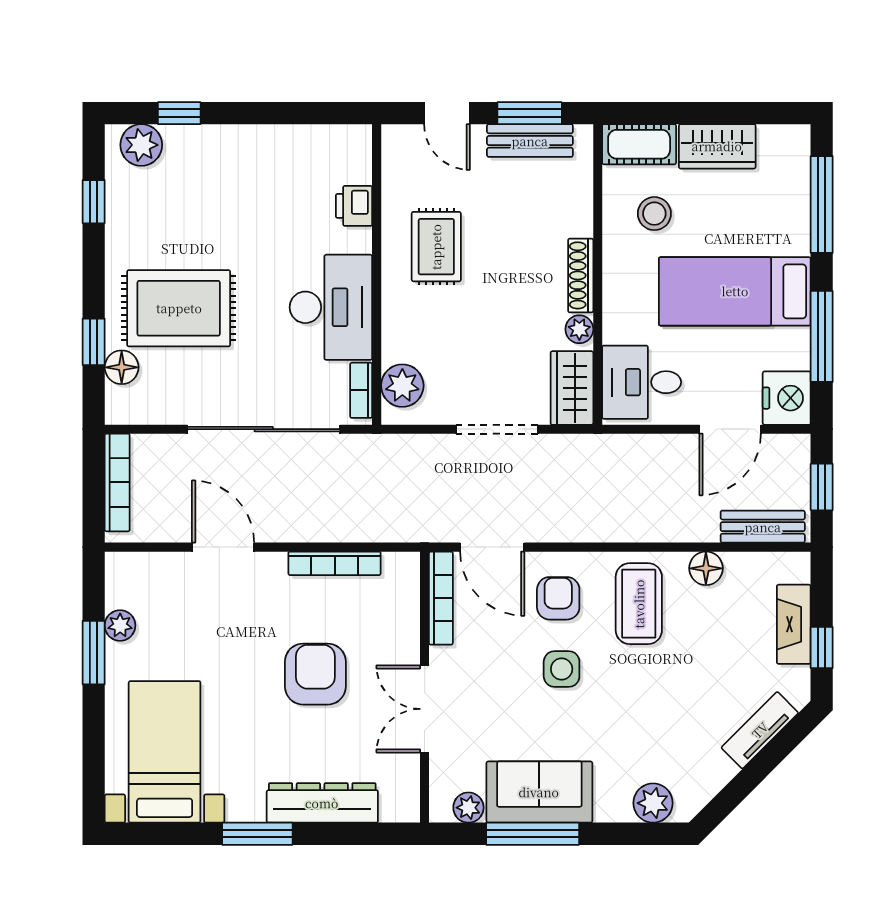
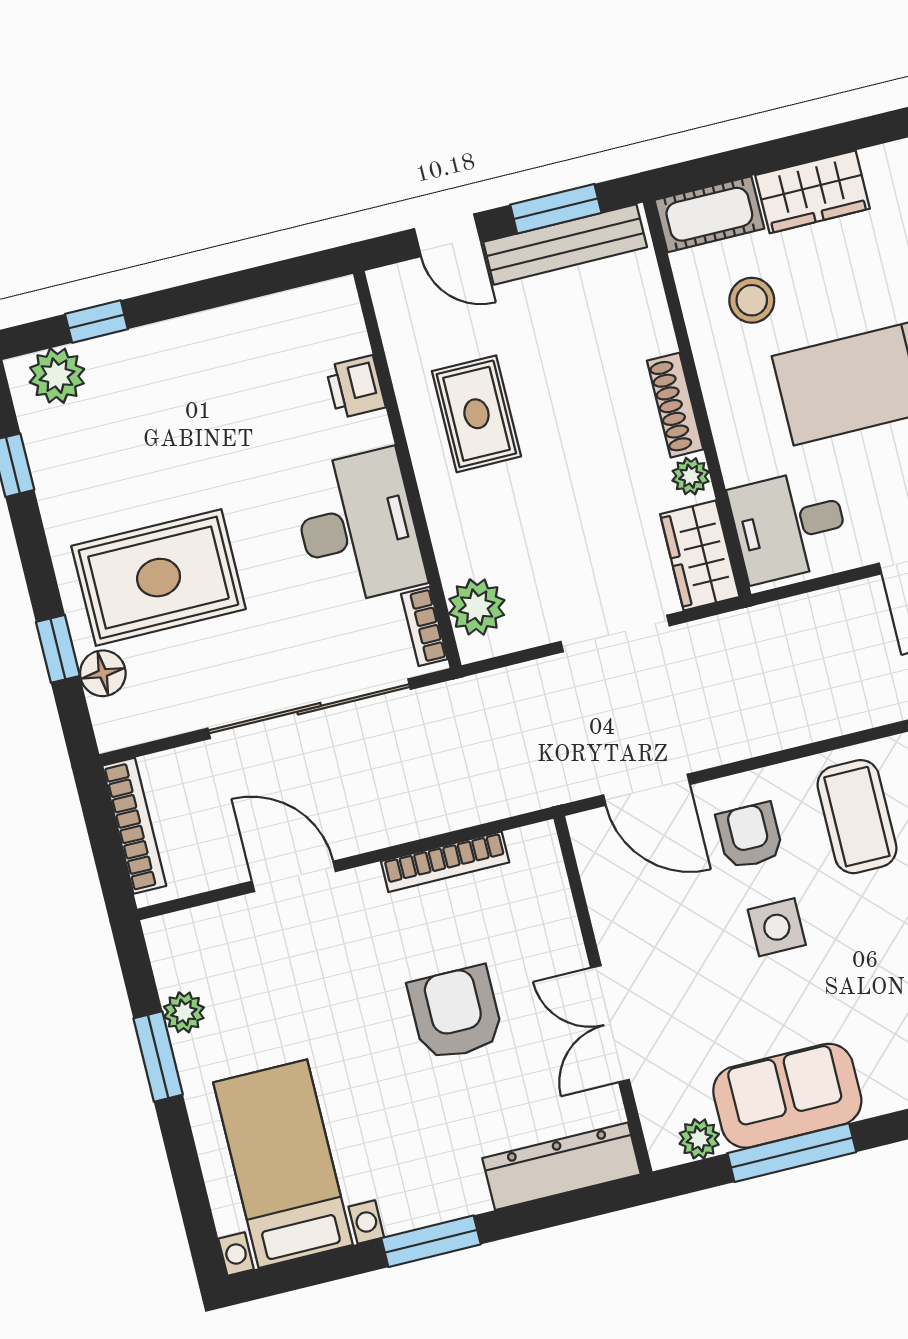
bench: (530, 141) -> (565, 245), width x1.36
bookcase: (441, 598) -> (596, 873), removed
dresser: (322, 803) -> (562, 1166), moved

